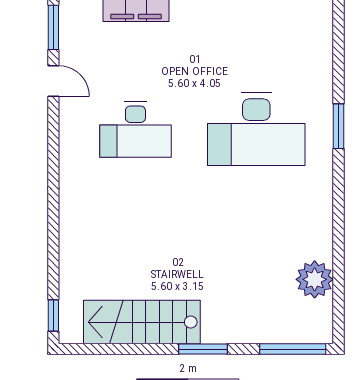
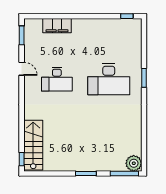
door: (53, 81) -> (22, 69), moved
plant: (315, 279) -> (134, 163), moved
stairs: (142, 322) -> (33, 145), moved, turned 90

